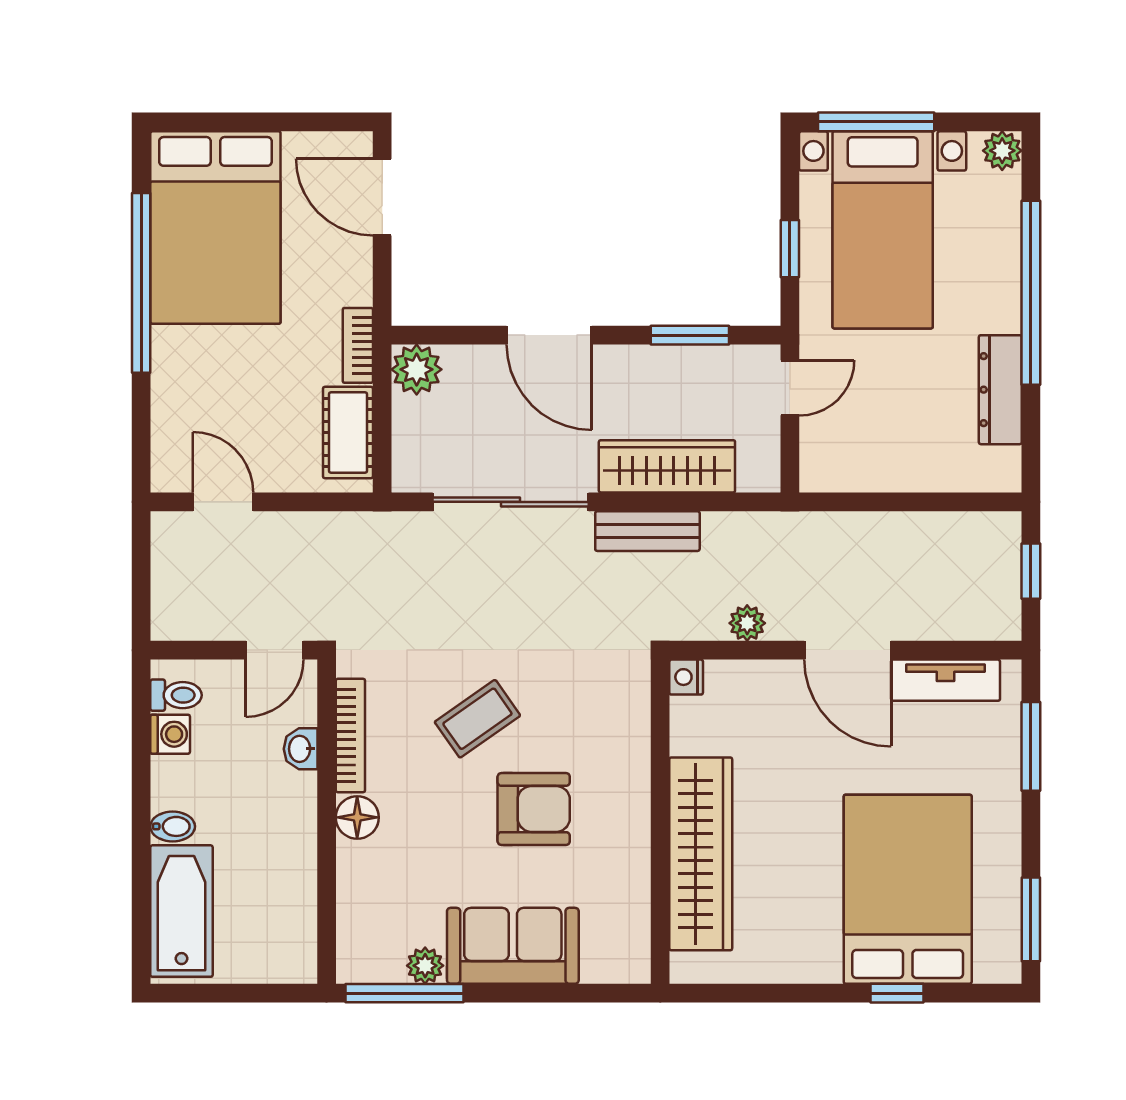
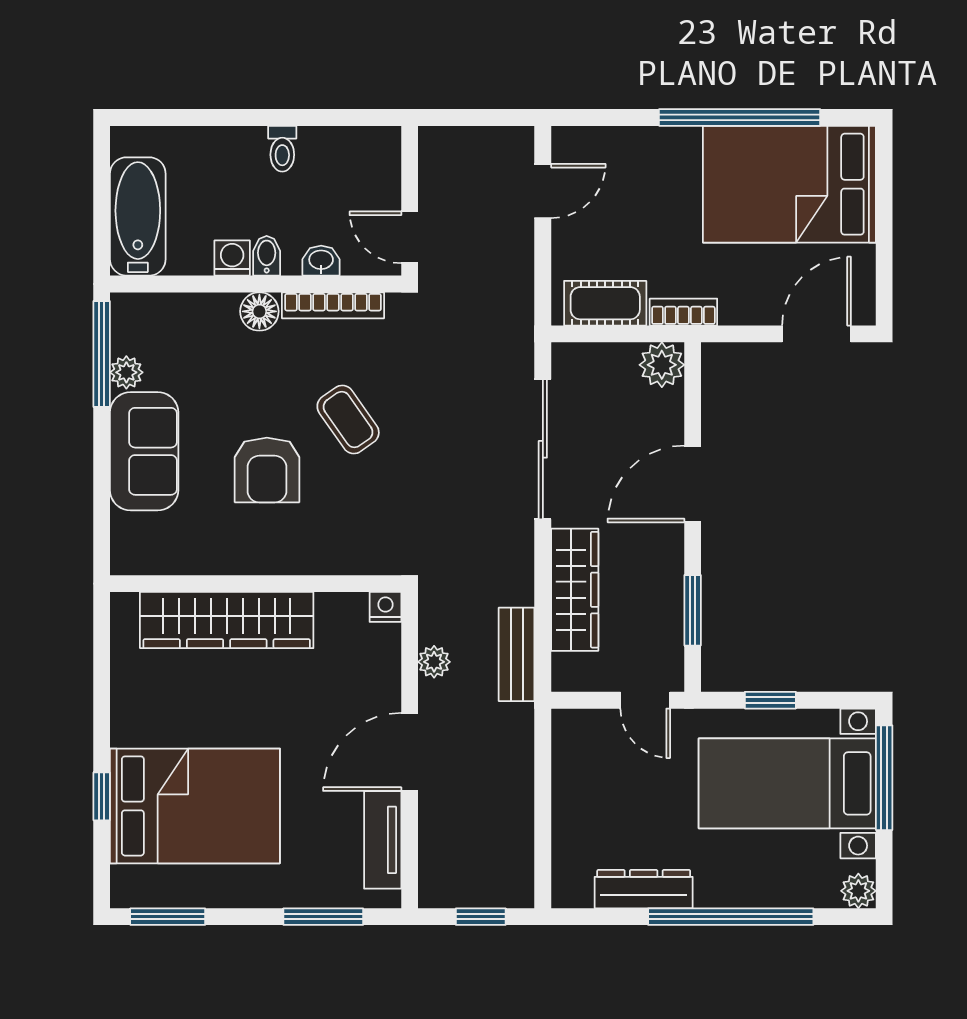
bench: (647, 531) -> (517, 654), moved
toilet: (176, 695) -> (282, 149), moved
washing machine: (170, 734) -> (232, 258), moved, turned 180
bidet: (173, 826) -> (267, 256), moved, turned 180
bathtub: (182, 911) -> (138, 216), moved, turned -90

